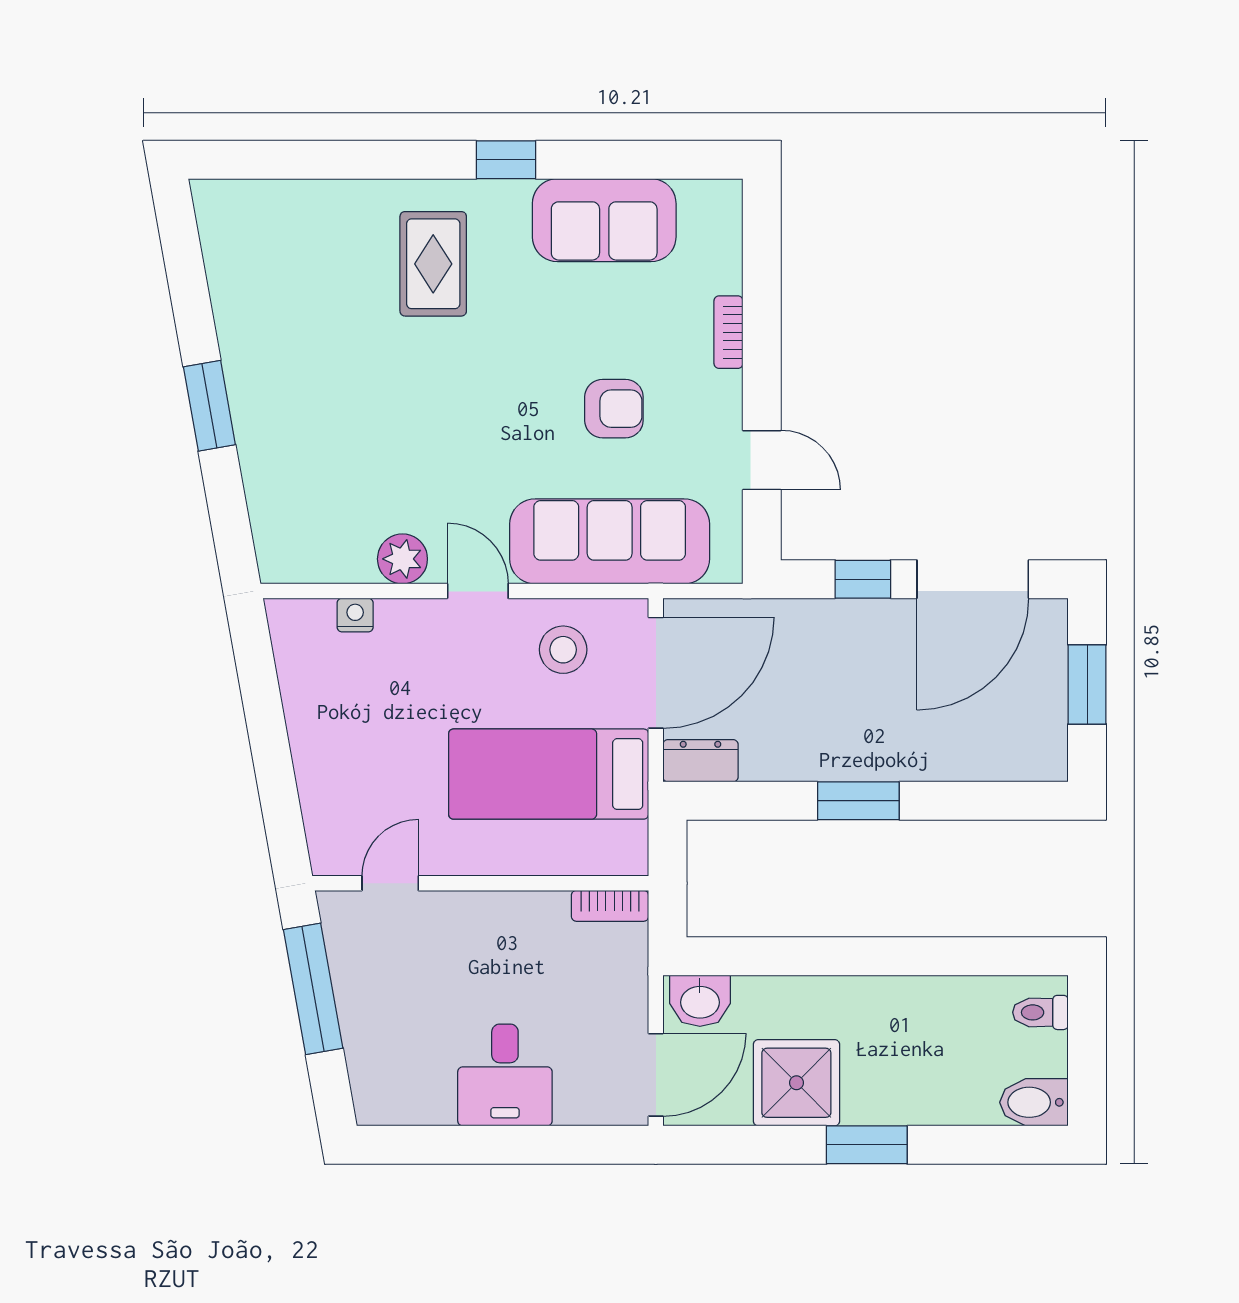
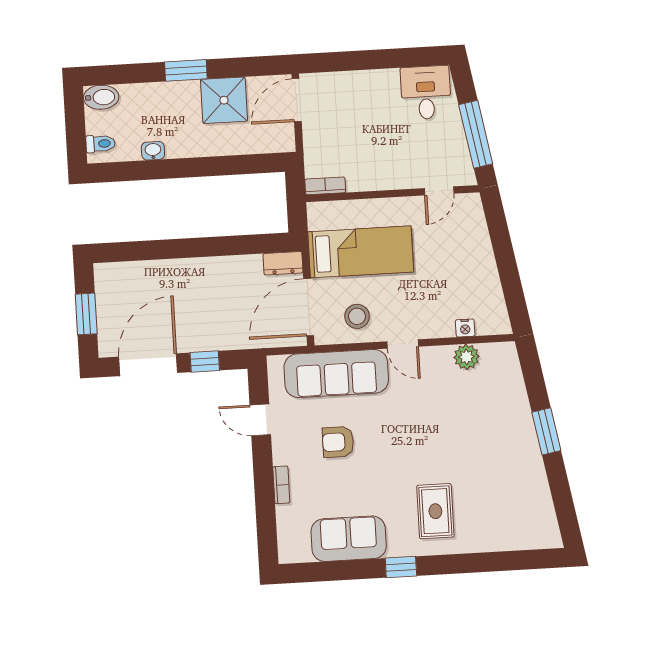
plant: (402, 559) -> (466, 357), moved
window: (858, 801) -> (200, 247), removed
washbasin: (700, 1001) -> (153, 151), moved, width x0.72, depth x0.69
desk: (505, 1075) -> (426, 93), moved

